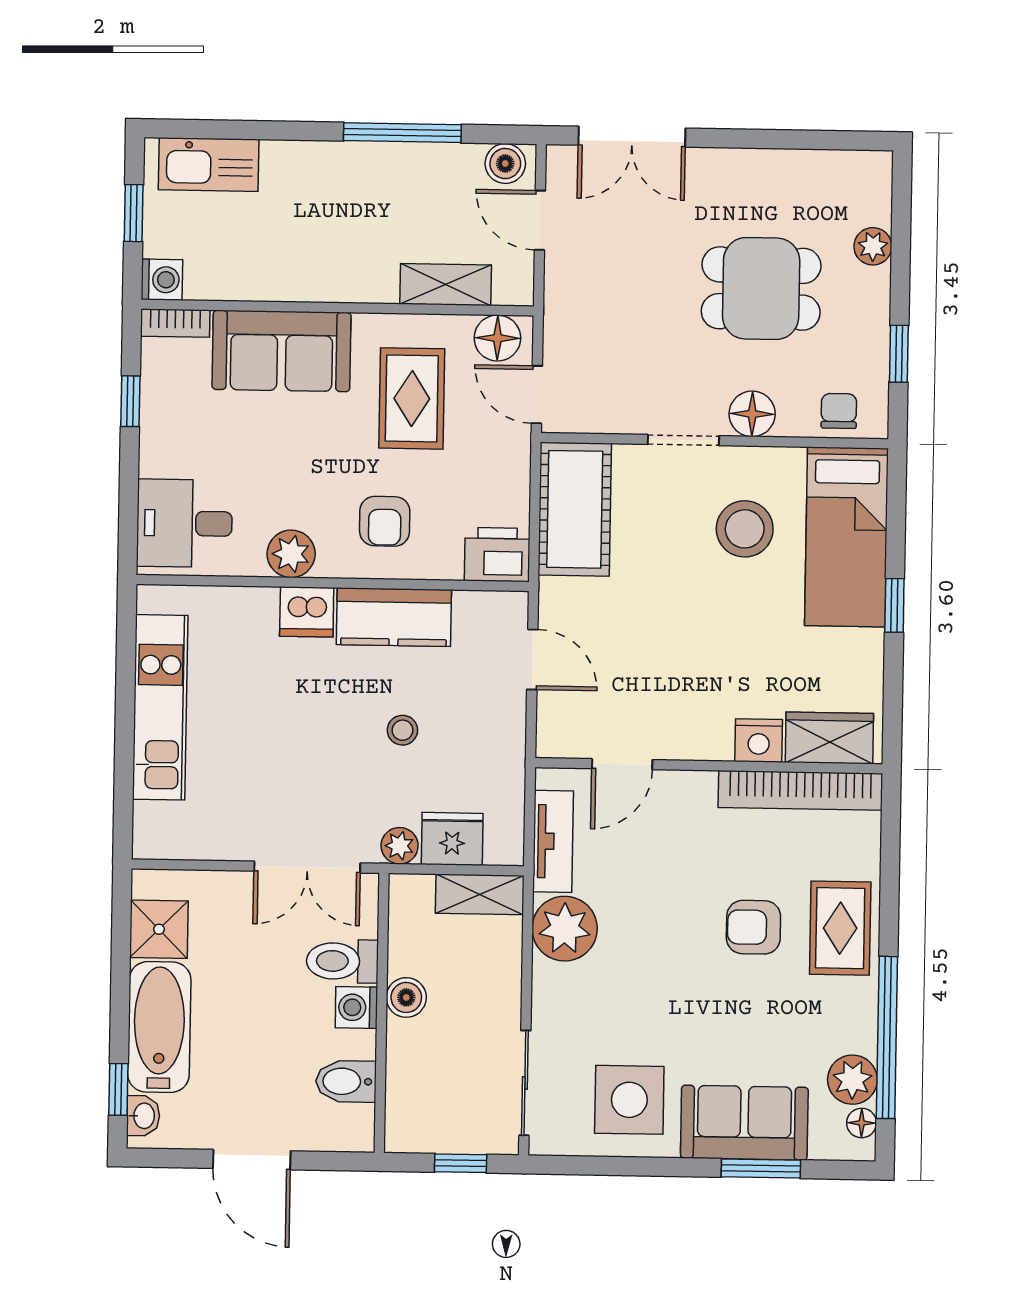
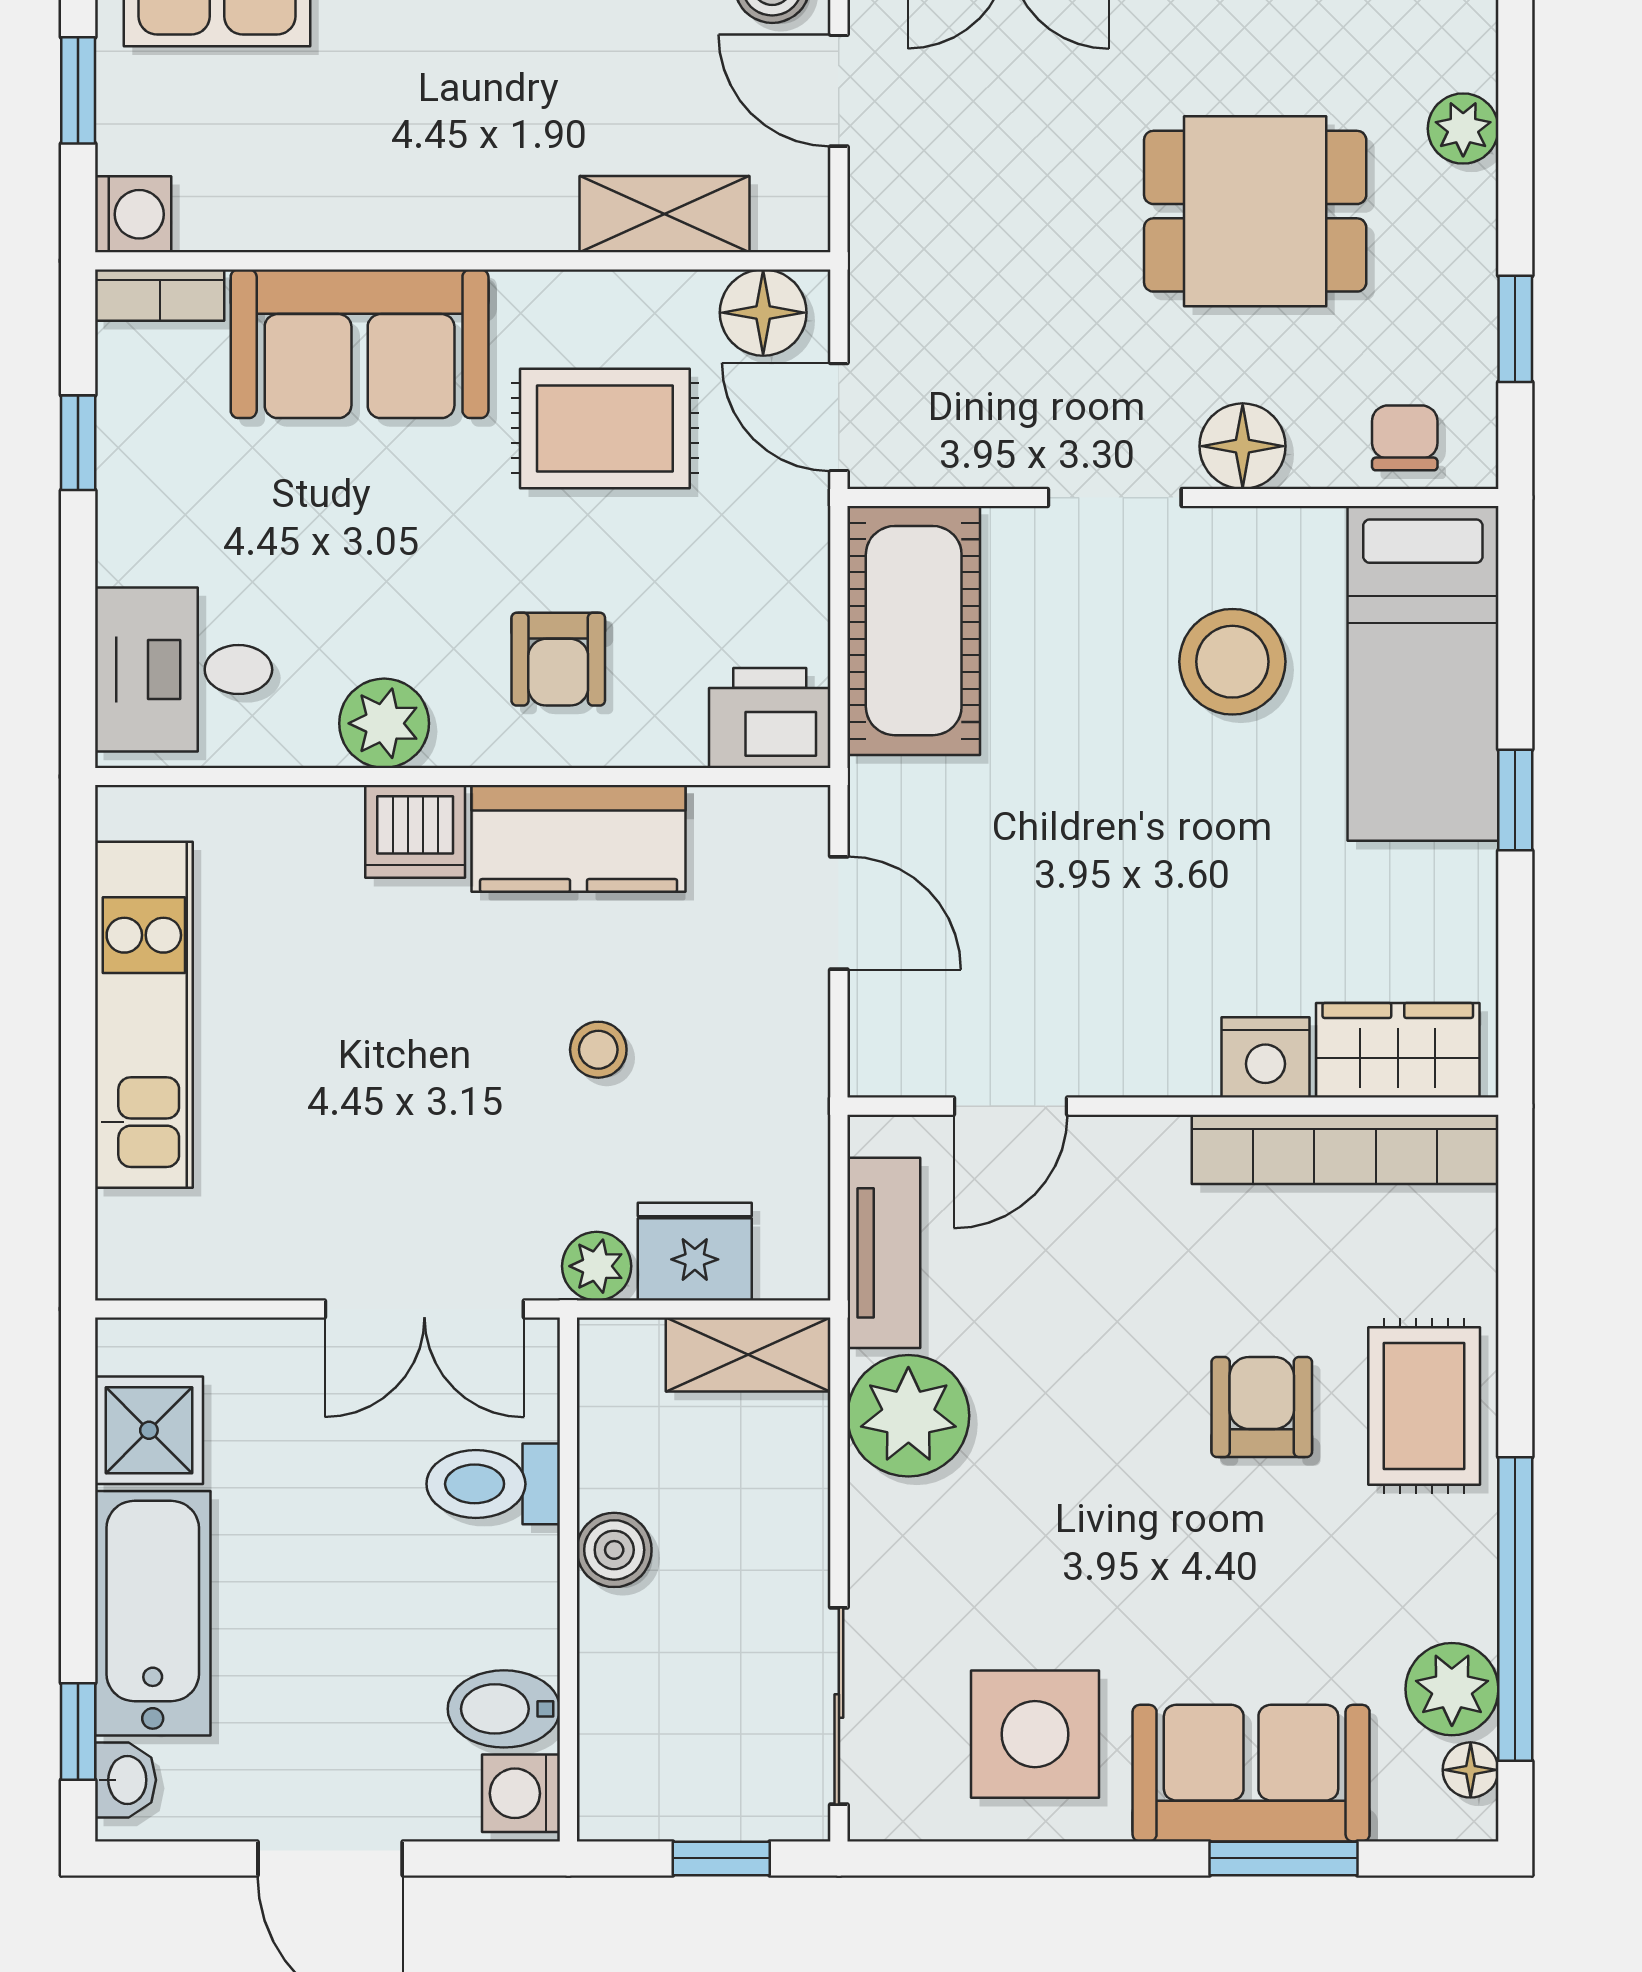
rug: (412, 398) -> (605, 428), turned 90
armchair: (753, 927) -> (1262, 1407), turned 90
washing machine: (356, 1007) -> (521, 1793), moved

